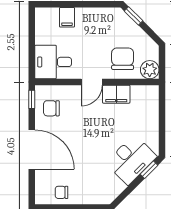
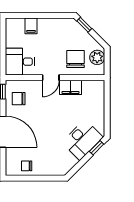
plant: (150, 70) -> (97, 57), moved

